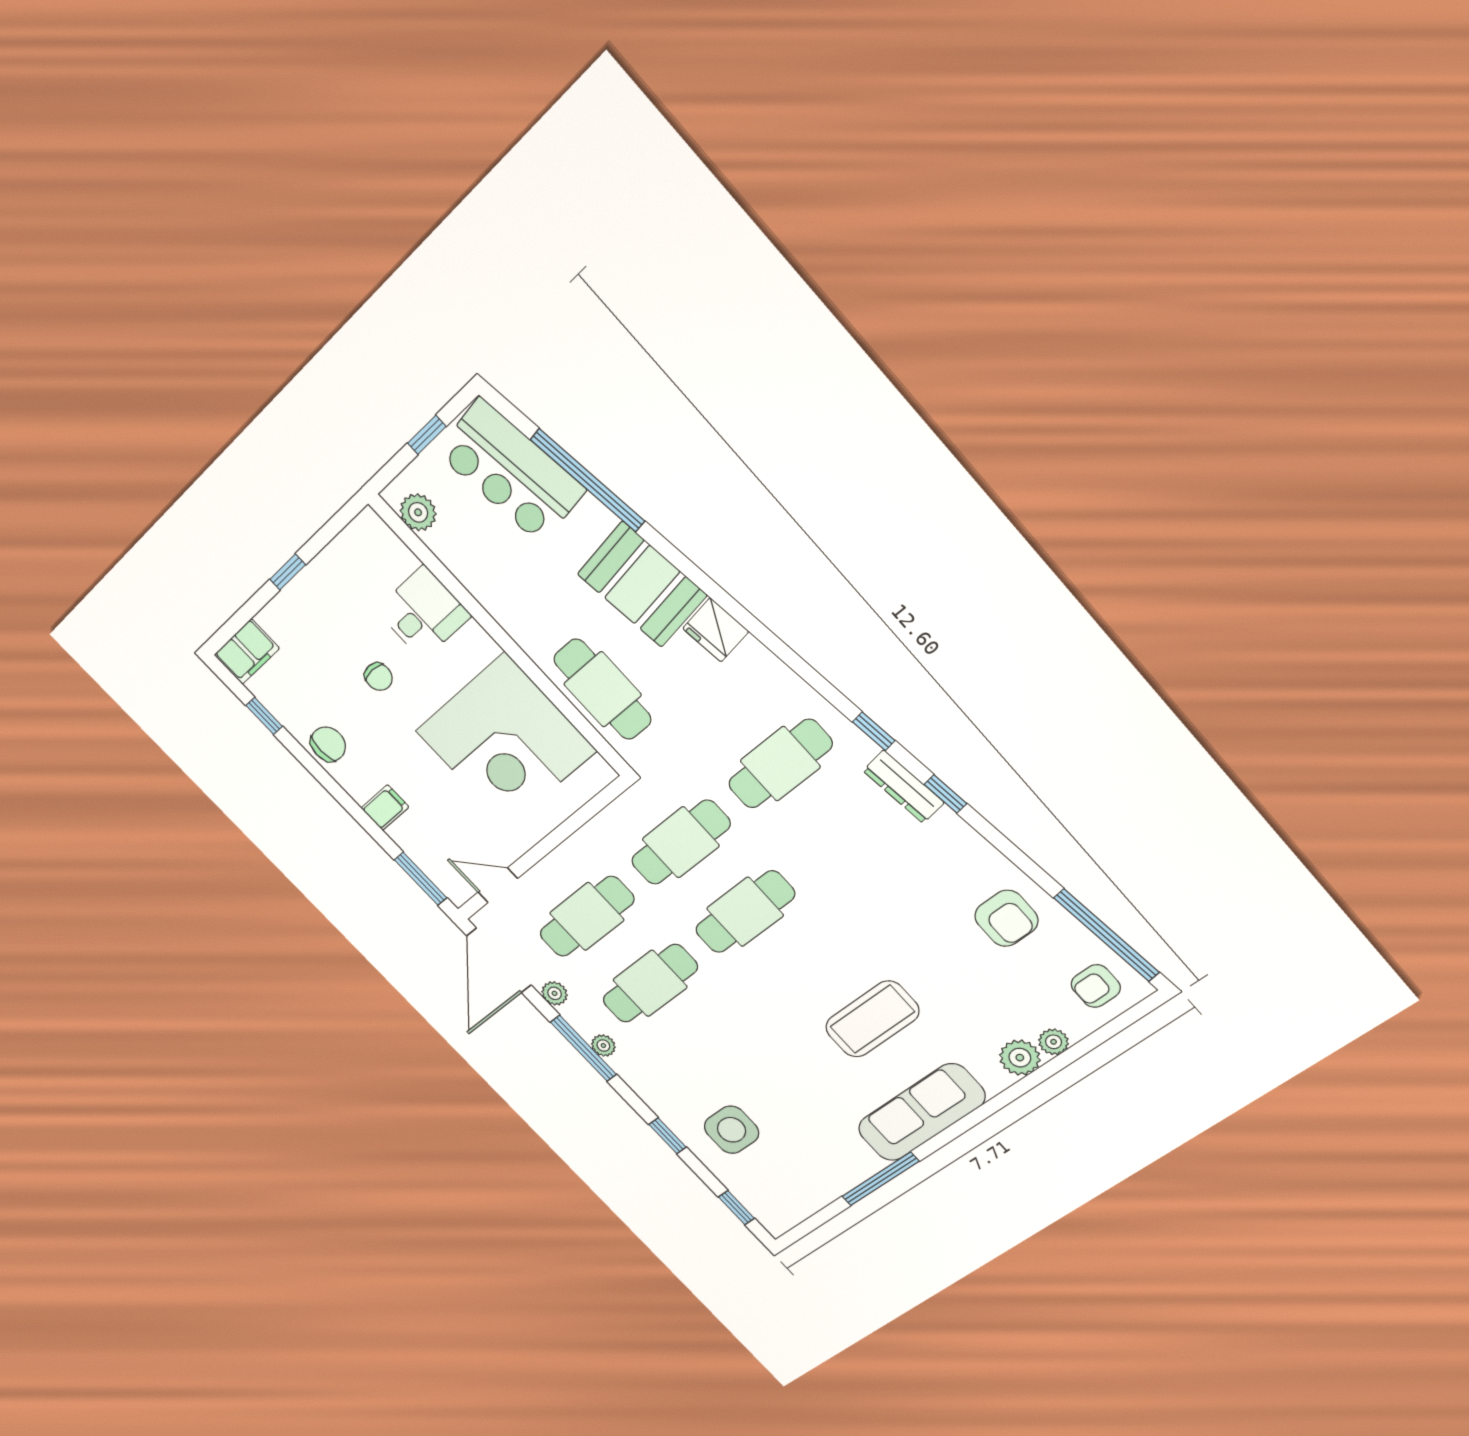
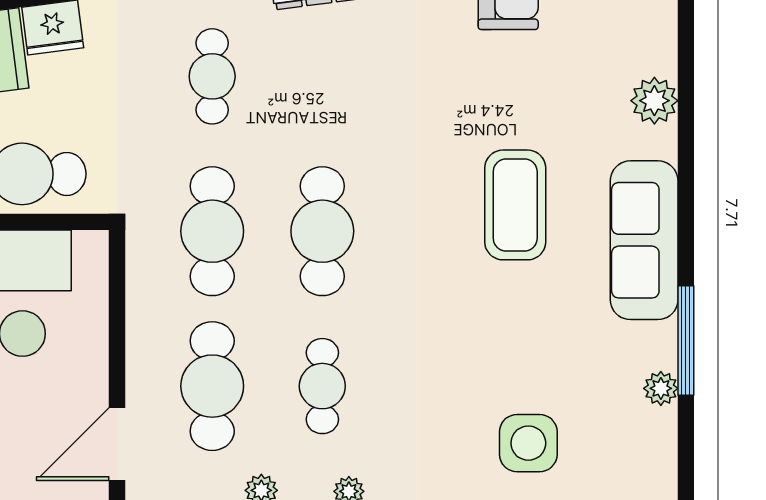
cafe table: (780, 764) -> (212, 76), width x0.73, depth x0.74
door: (498, 885) -> (117, 444), width x1.38
cafe table: (650, 983) -> (322, 386), width x0.73, depth x0.74
plant: (1054, 1042) -> (661, 388), moved

